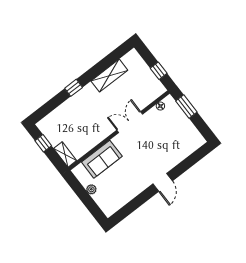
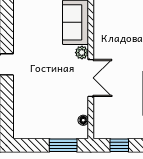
plant: (118, 140) -> (82, 53), added

